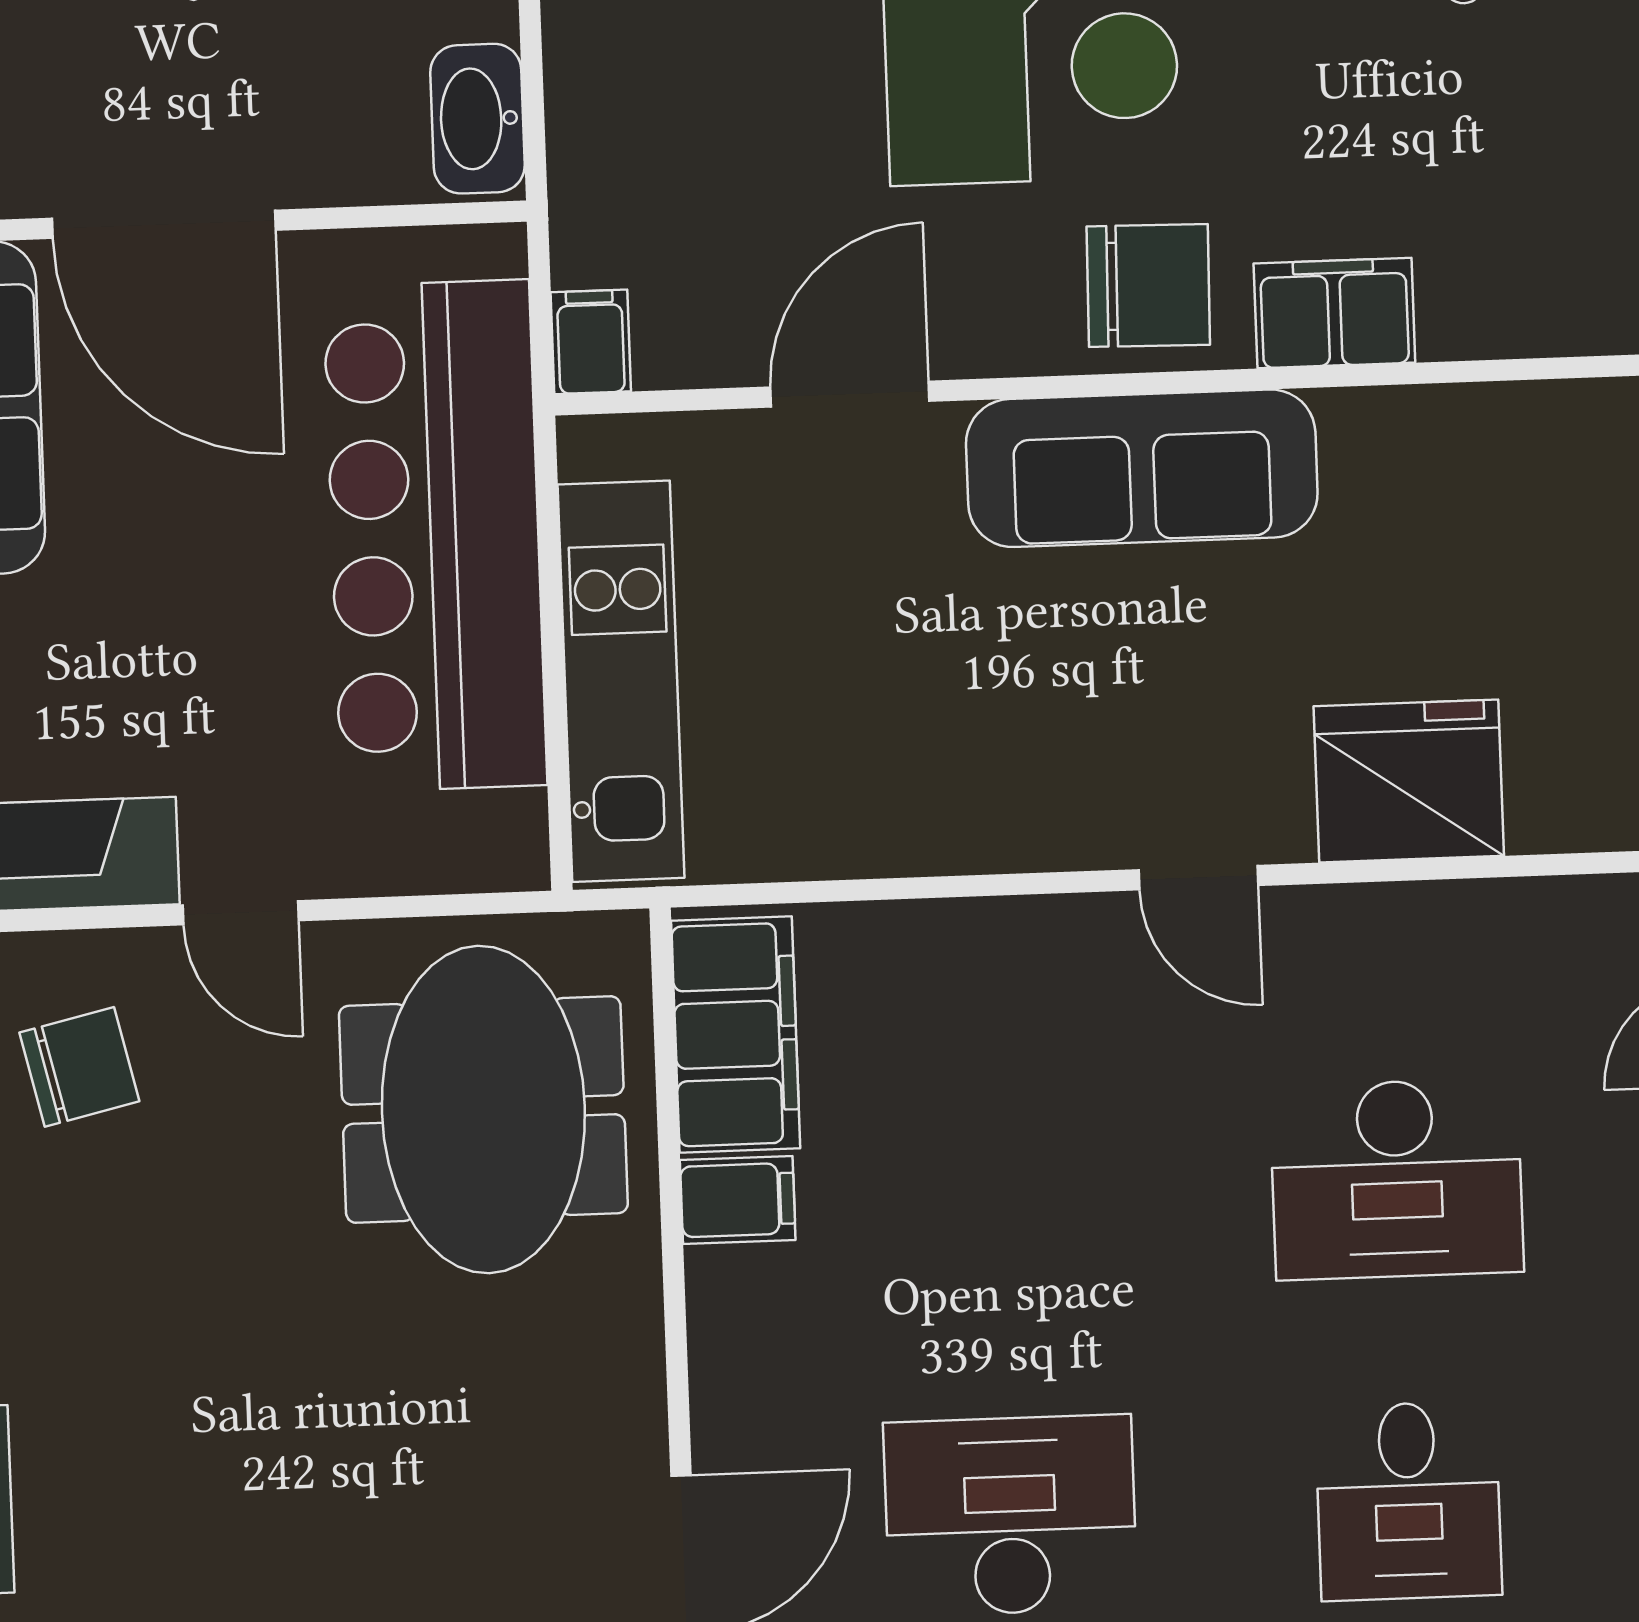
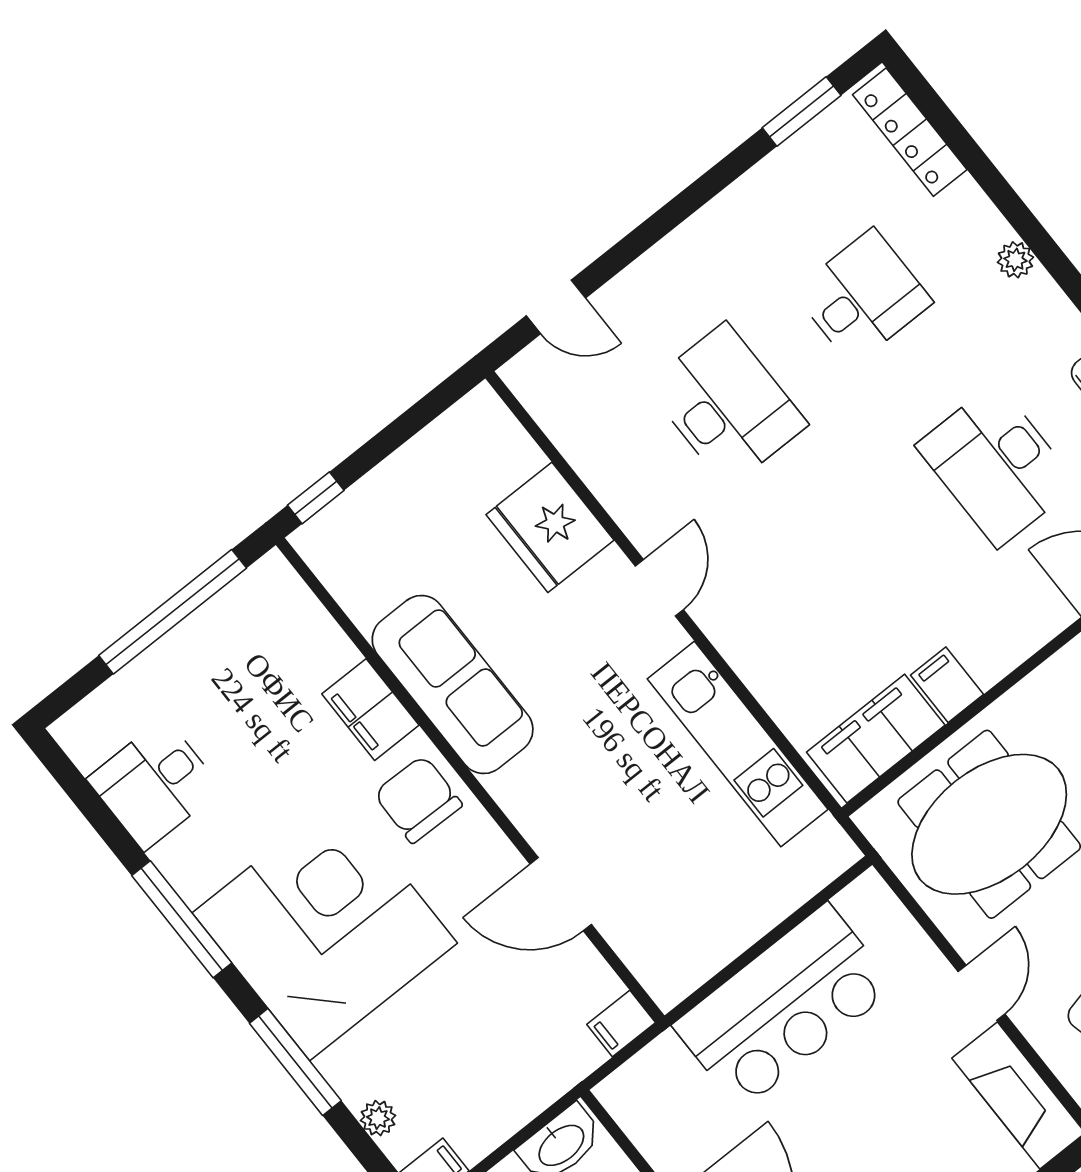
sofa: (1142, 468) -> (453, 684), moved
bar counter: (435, 536) -> (784, 1006), width x0.73
kitchen unit: (621, 681) -> (738, 744), moved, turned -90

